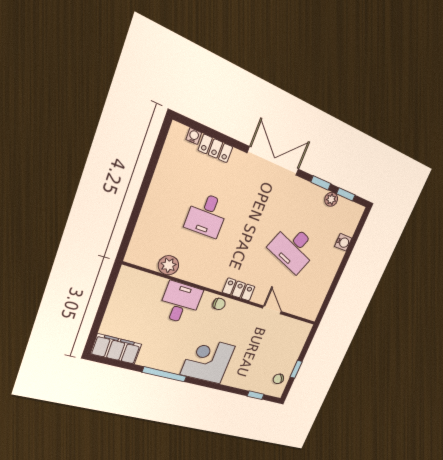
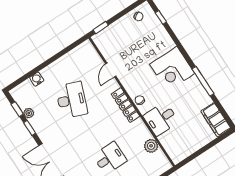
locker: (239, 289) -> (125, 105), width x1.53
window: (296, 369) -> (101, 28), moved

